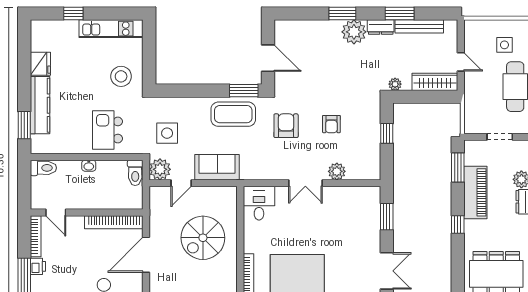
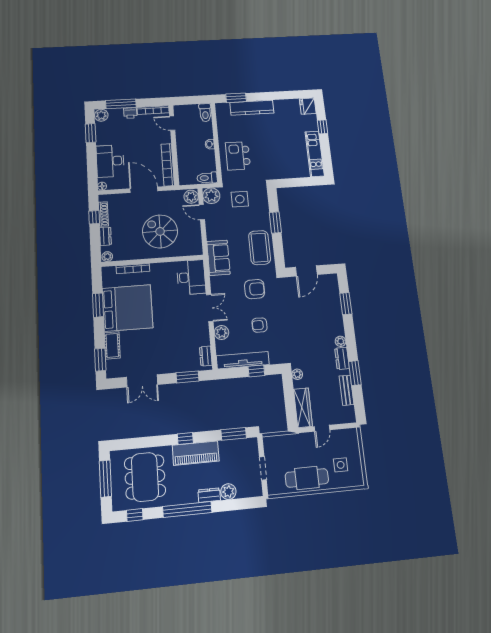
window: (342, 13) -> (346, 304), moved
bench: (419, 26) -> (347, 390), width x0.73
plant: (354, 32) -> (340, 341), width x0.53, depth x0.53
fridge: (40, 64) -> (308, 106), moved, turned 90
stool: (121, 76) -> (280, 163), removed
window: (244, 91) -> (275, 222), moved
kitchen island: (107, 130) -> (238, 156), turned -90
tv unit: (373, 149) -> (243, 360), added
sofa: (217, 167) -> (218, 258), moved
double door: (305, 183) -> (210, 308), swing flipped
piano: (475, 192) -> (196, 453), moved
dresser: (364, 193) -> (206, 356), added
plant: (159, 195) -> (191, 197), added
desk: (259, 203) -> (191, 277), width x1.37
door: (56, 212) -> (172, 123), hinge flipped

